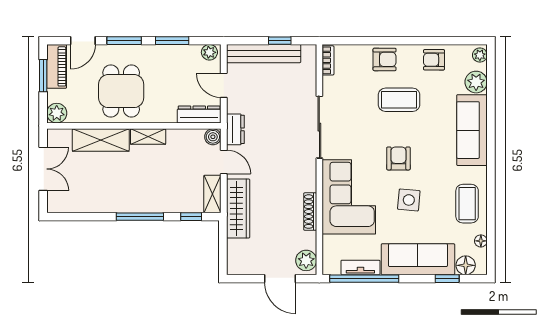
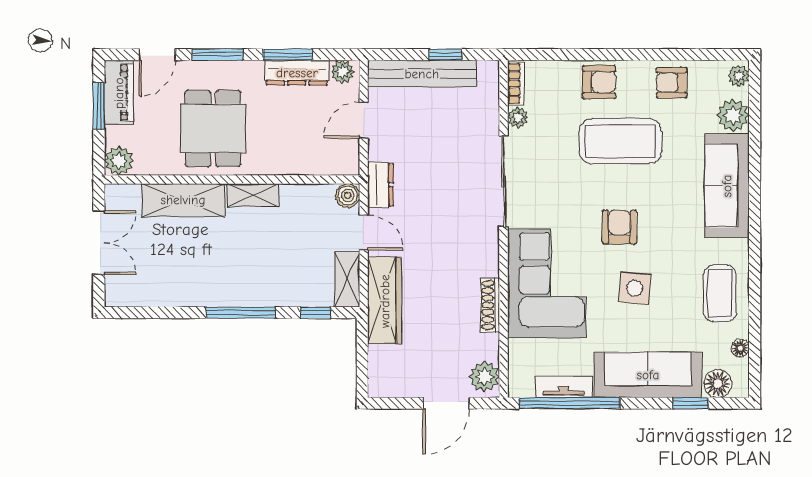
plant: (329, 84) -> (518, 117), added
door: (224, 85) -> (364, 120), hinge flipped
coffee table: (399, 100) -> (620, 141), width x1.36, depth x1.32
dresser: (199, 114) -> (297, 73), moved, turned 180
door: (280, 279) -> (446, 403), hinge flipped

